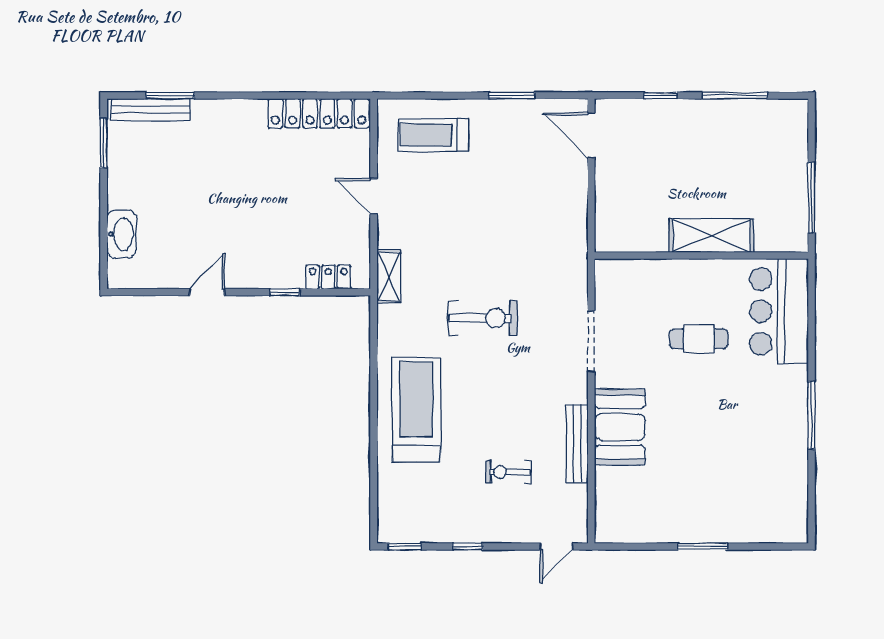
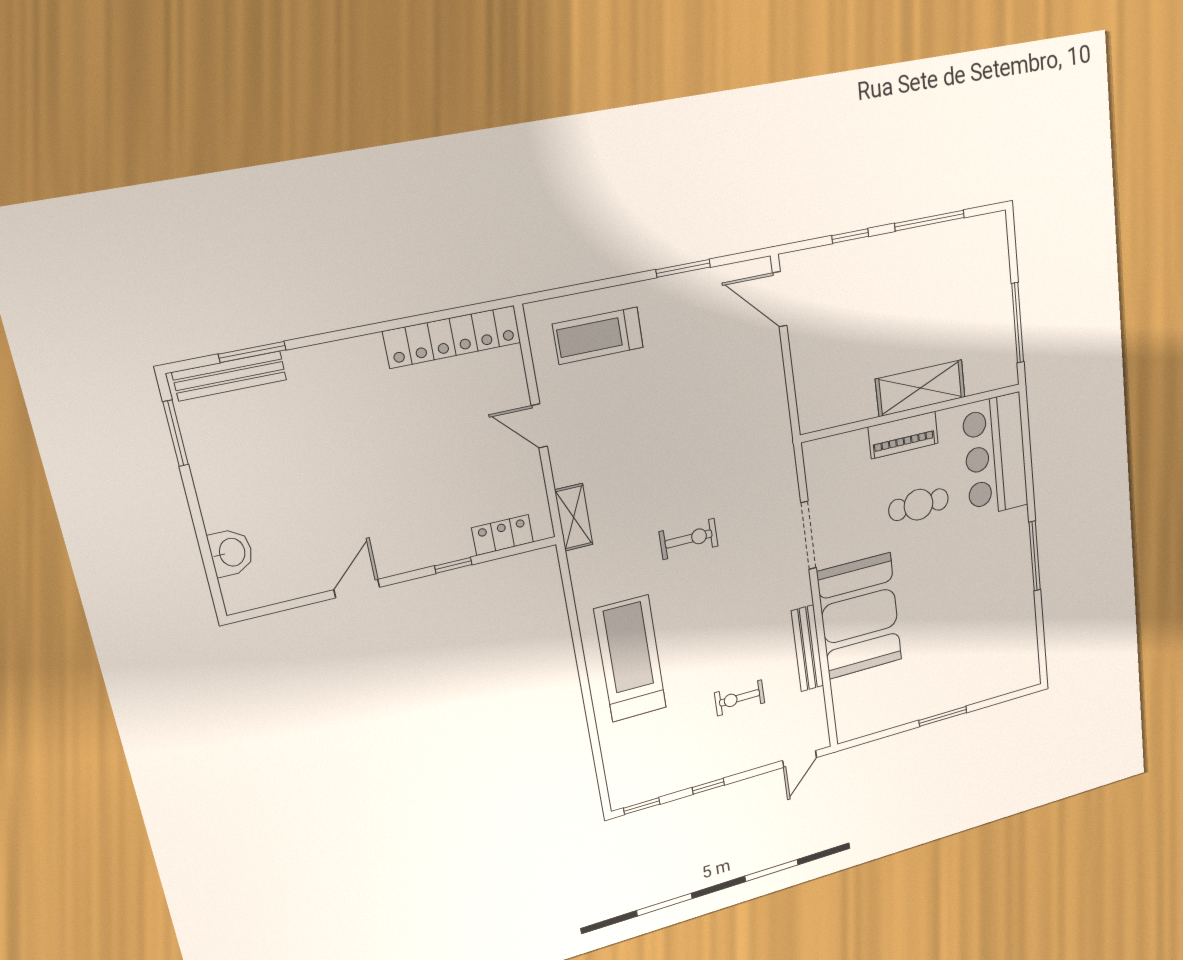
washbasin: (121, 234) -> (231, 553), width x0.72
piano: (691, 273) -> (903, 435), added
exercise bike: (483, 318) -> (689, 539), width x0.73, depth x0.72
booth: (620, 427) -> (860, 616), width x1.36, depth x1.42

